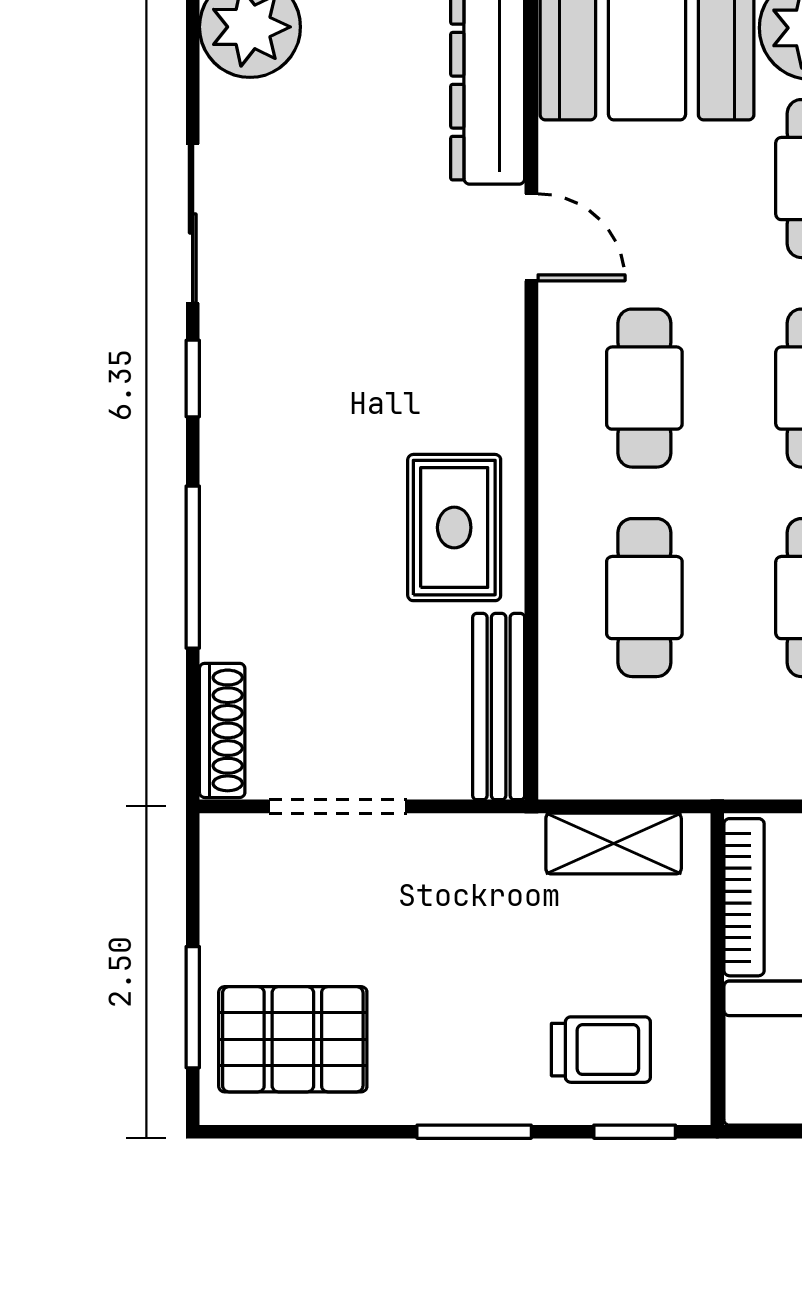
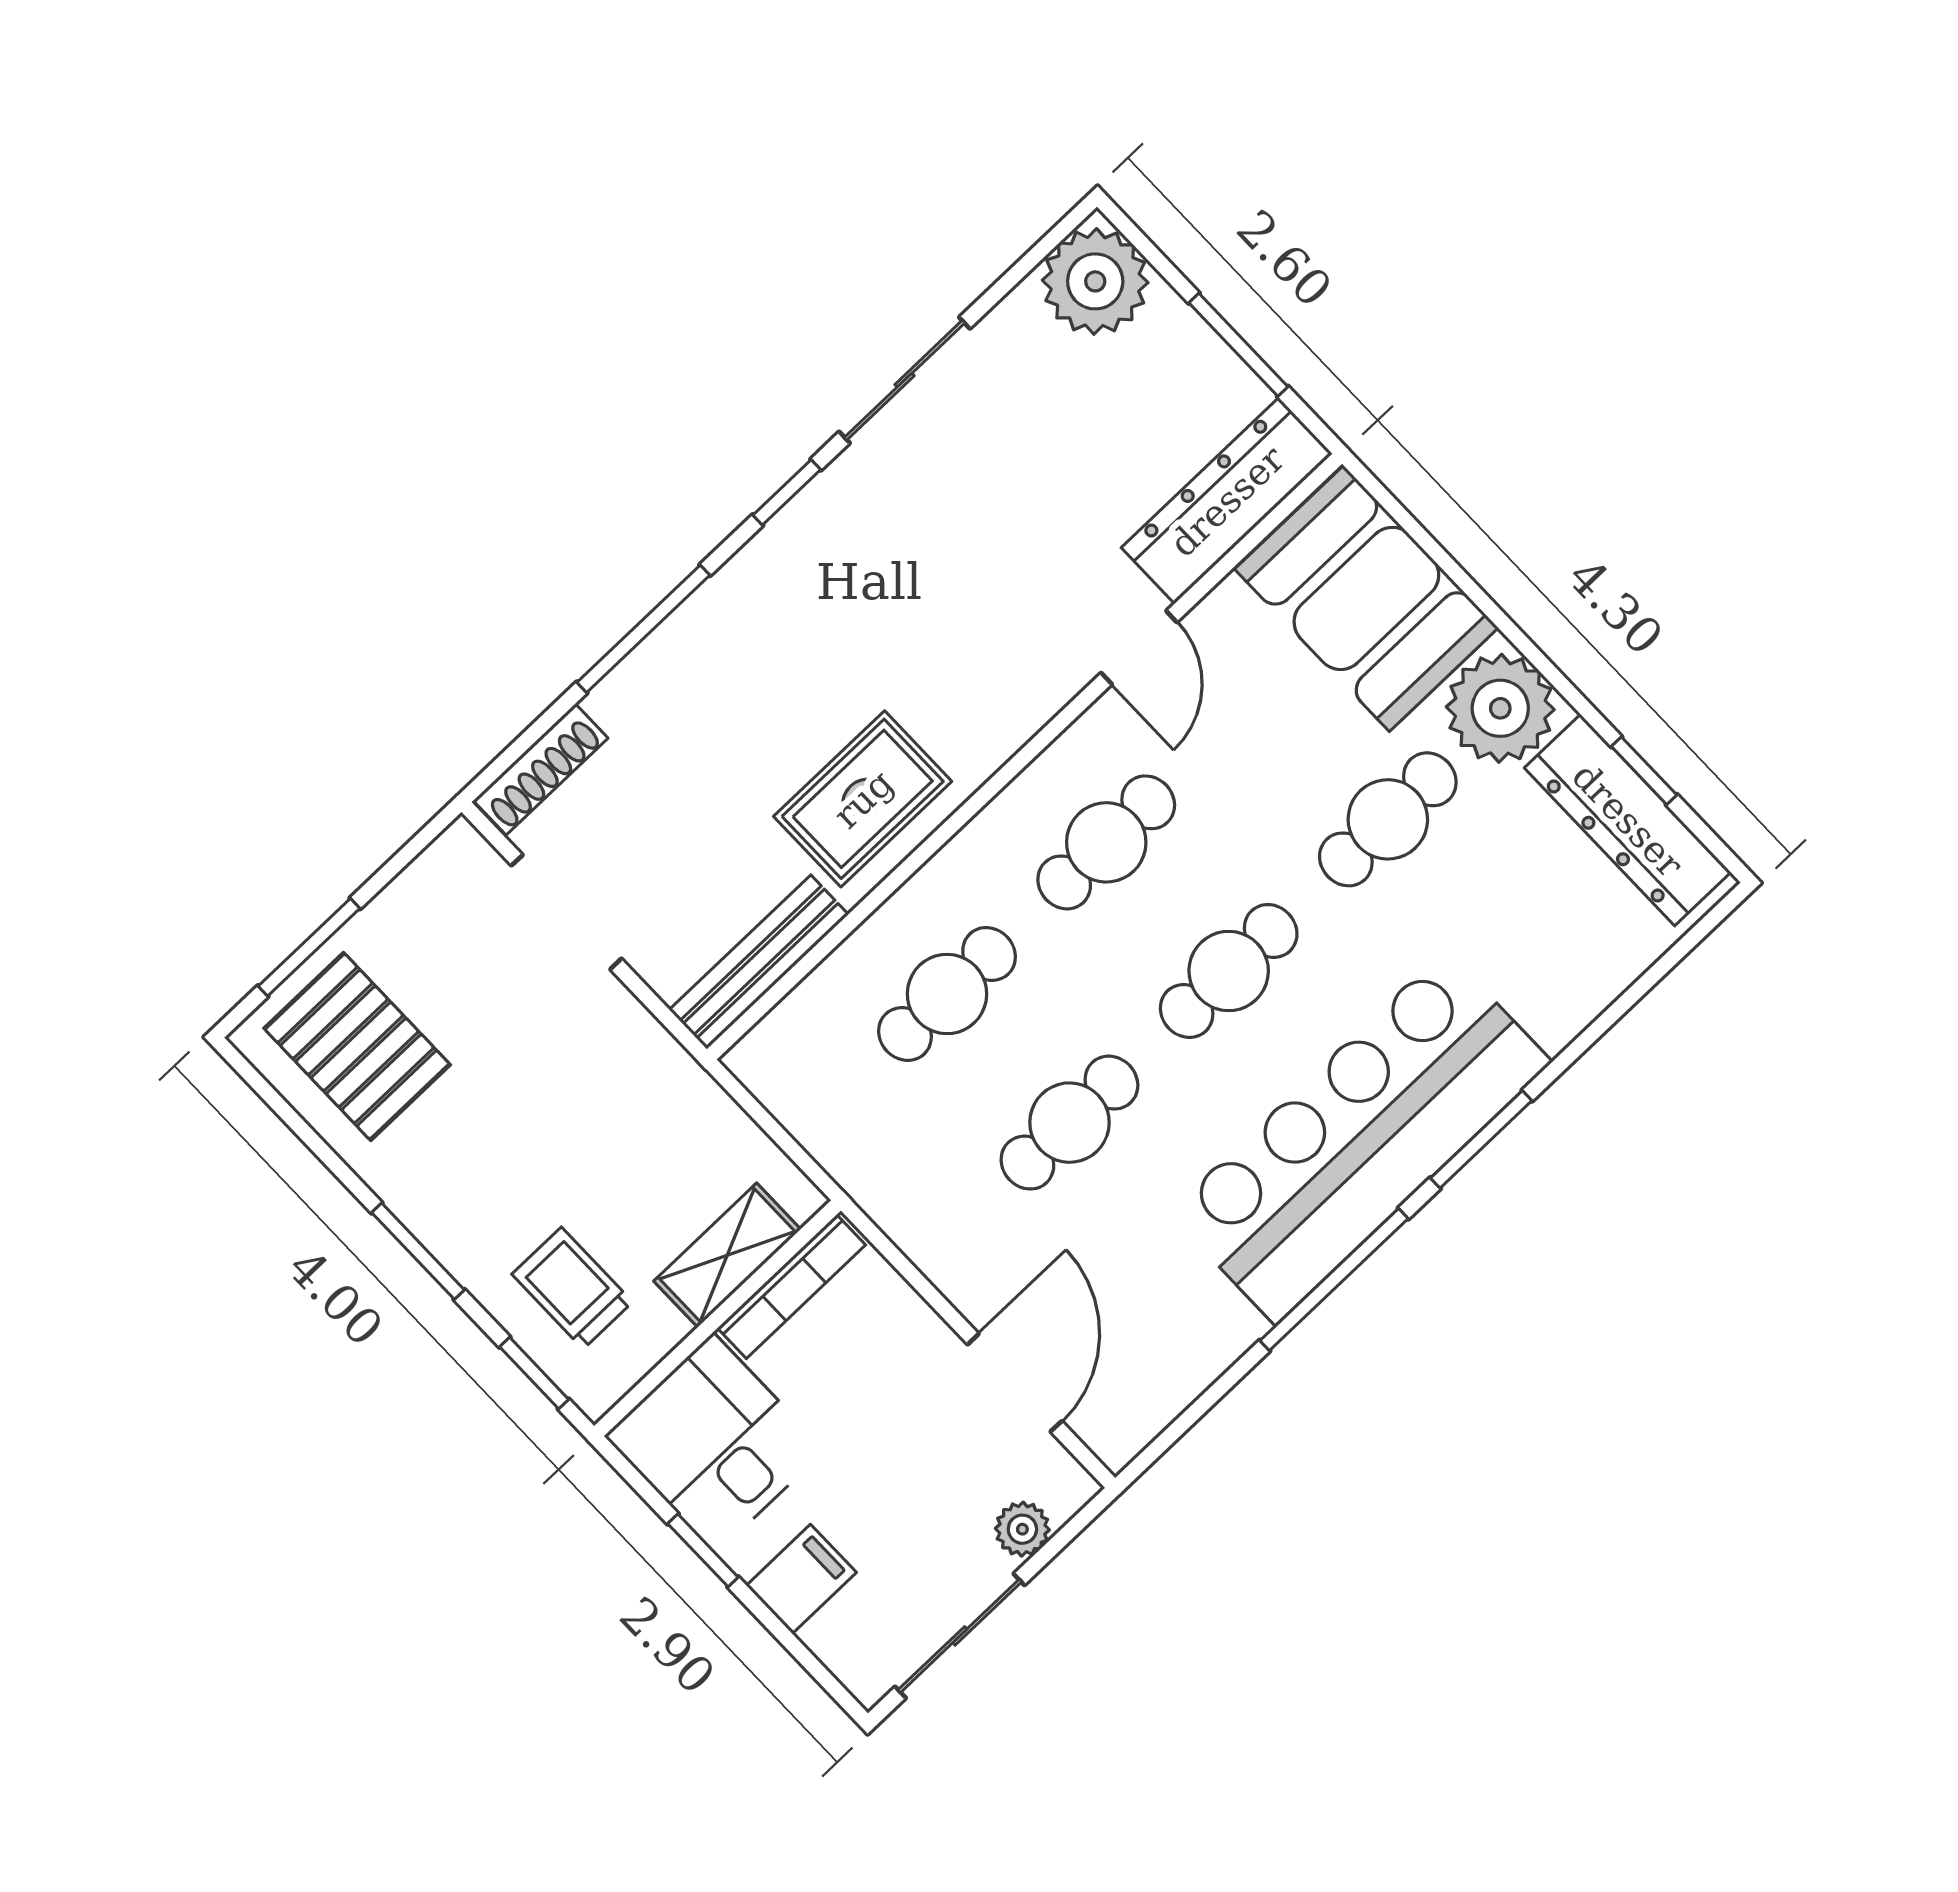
shelving: (614, 843) -> (727, 1255), moved, turned 90
trolley: (601, 1050) -> (572, 1288), turned 180

